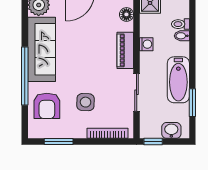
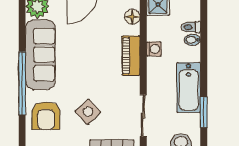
sliding door: (137, 92) -> (143, 116), moved
side table: (86, 102) -> (88, 112), turned 45

